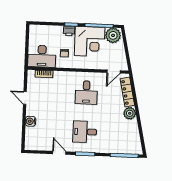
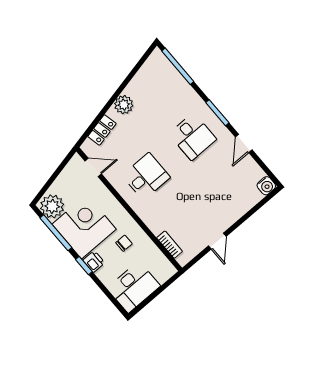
desk: (42, 56) -> (134, 287), moved, turned 90
locker: (127, 92) -> (102, 130), width x0.66
water cooler: (31, 121) -> (266, 186), moved

